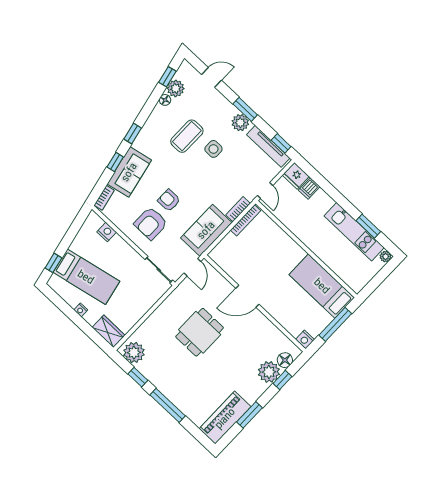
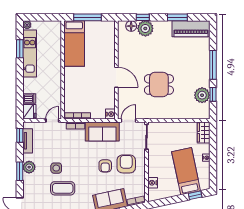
tv unit: (268, 146) -> (28, 141), width x0.71
armchair: (151, 223) -> (126, 164), turned -90
nightstand: (305, 339) -> (110, 114), moved
plant: (134, 353) -> (202, 95), moved

